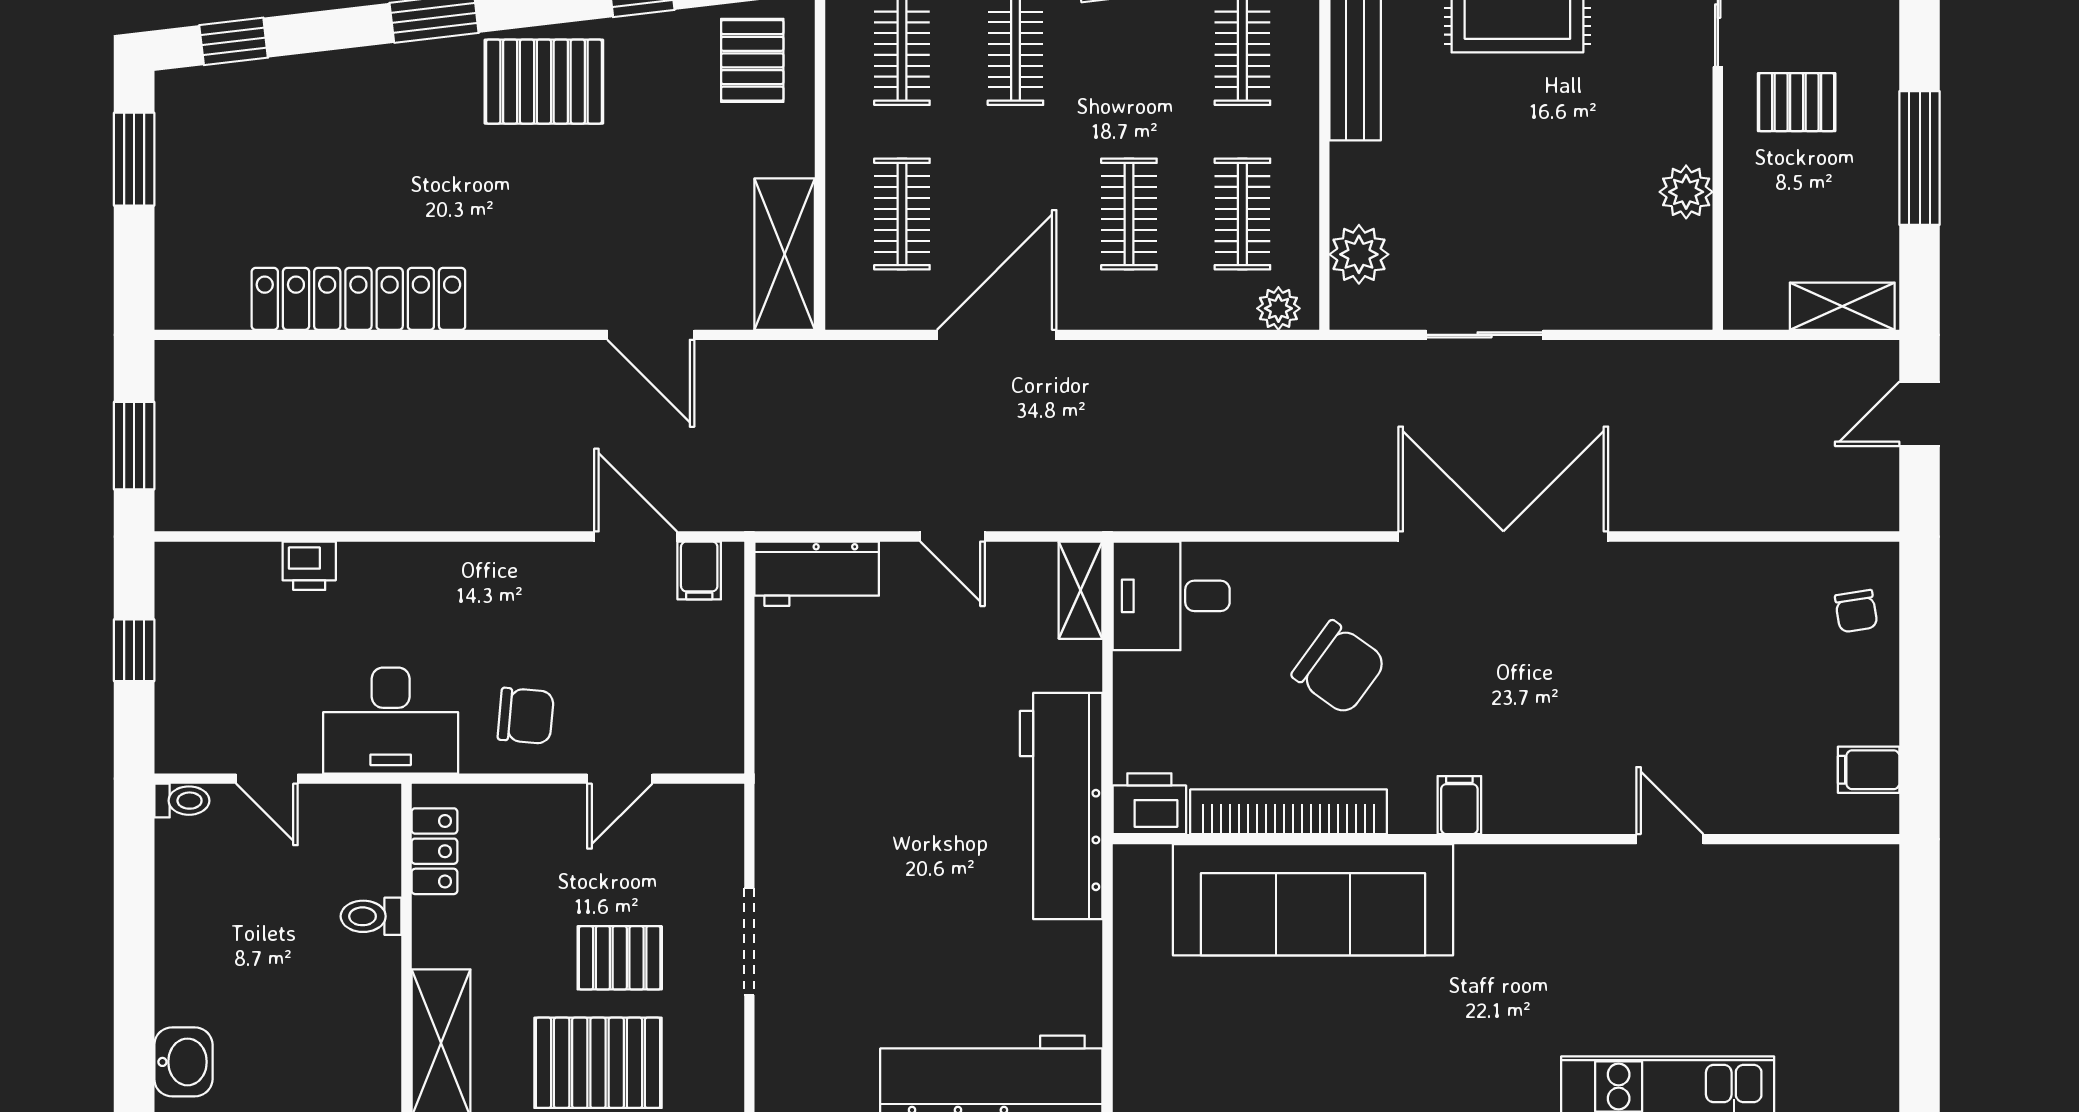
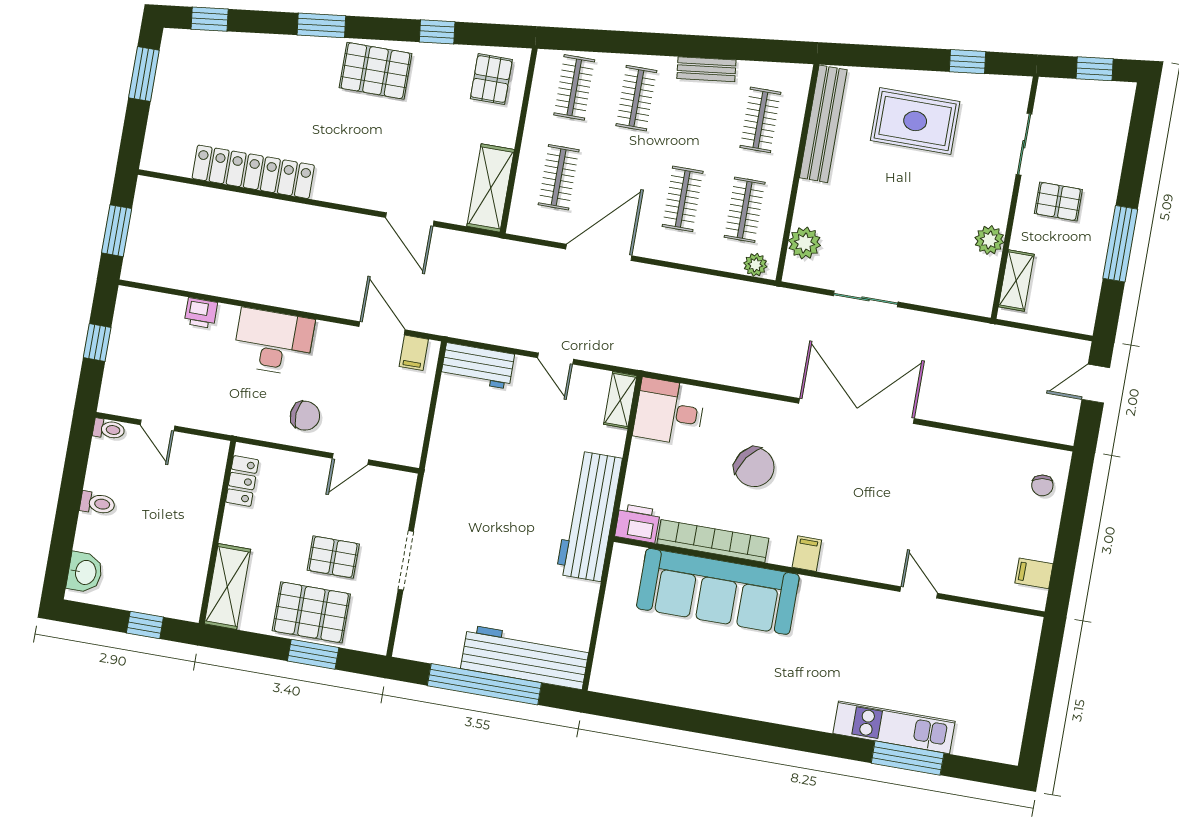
shelving: (1842, 306) -> (1016, 281), moved, turned 90
desk: (391, 721) -> (274, 342), moved, turned 180
toilet: (371, 916) -> (98, 503), moved, turned 180

